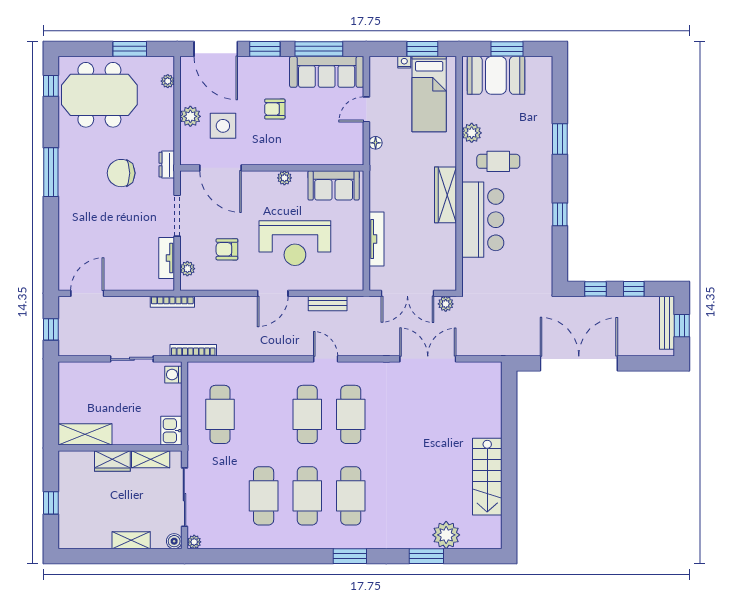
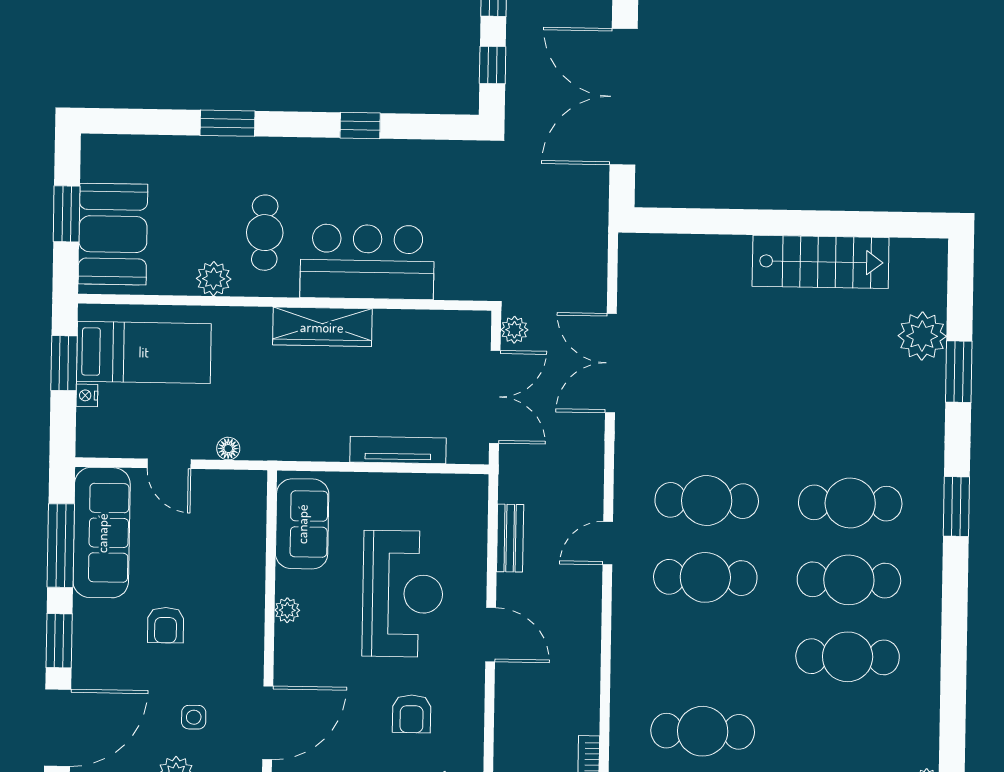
side table: (223, 126) -> (194, 717), width x0.54, depth x0.54

